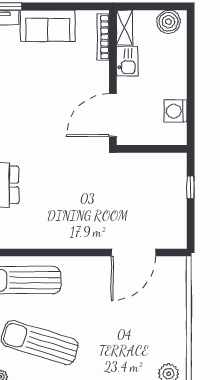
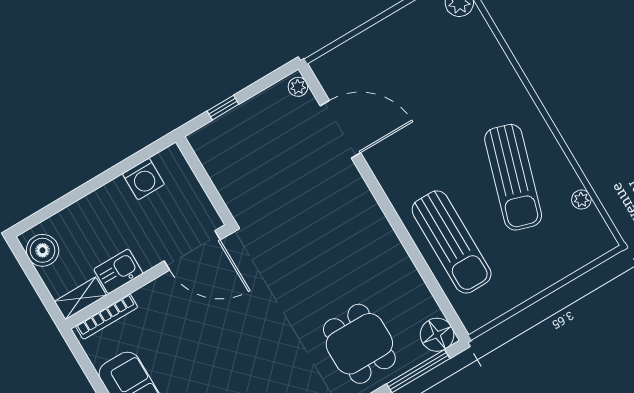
plant: (176, 242) -> (298, 87), added

